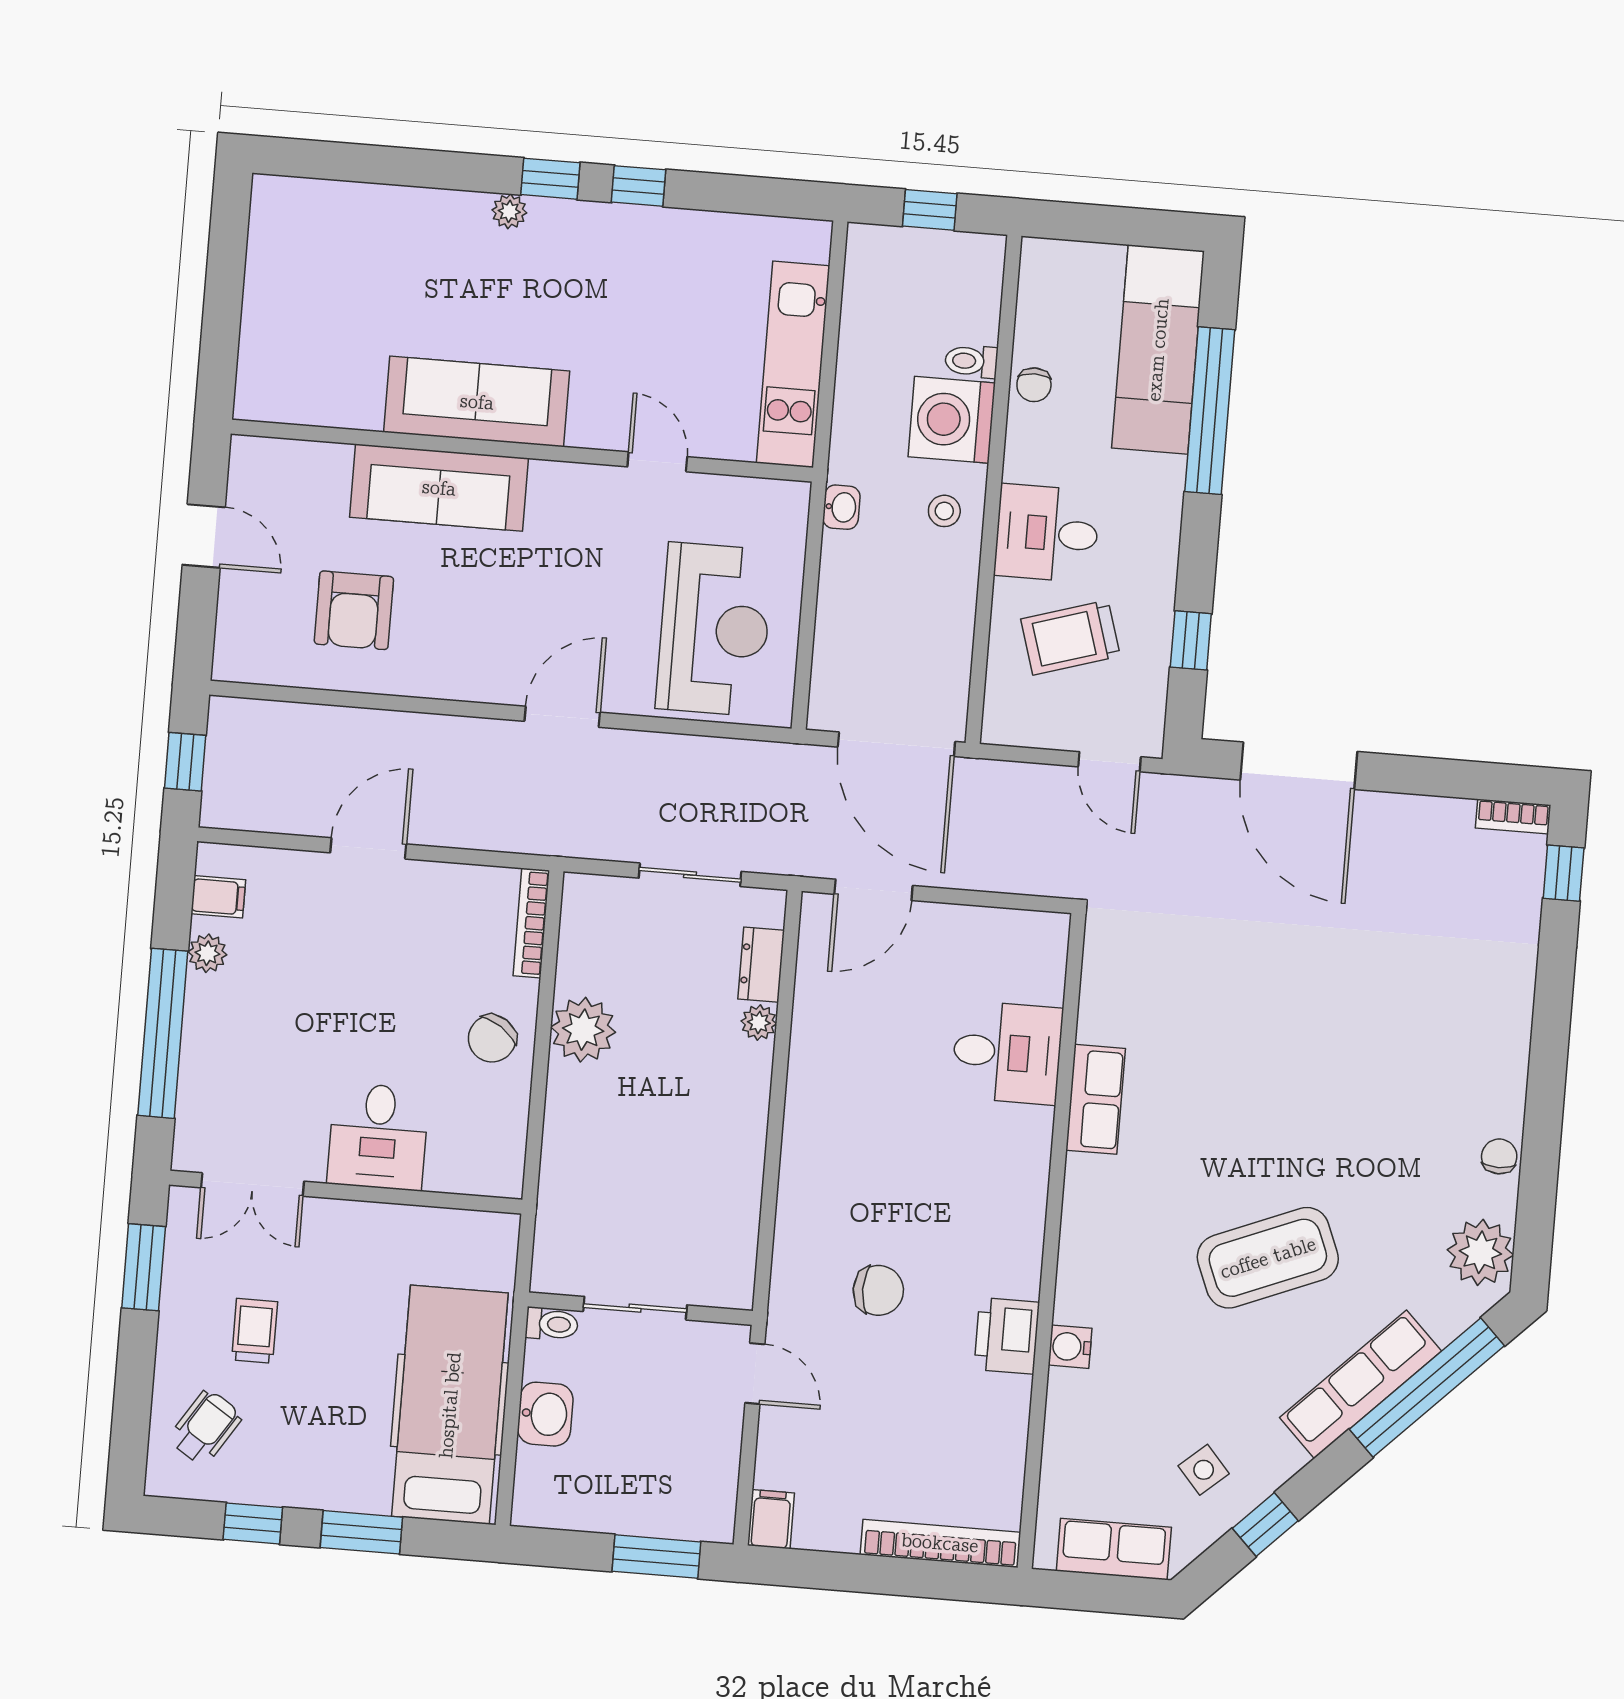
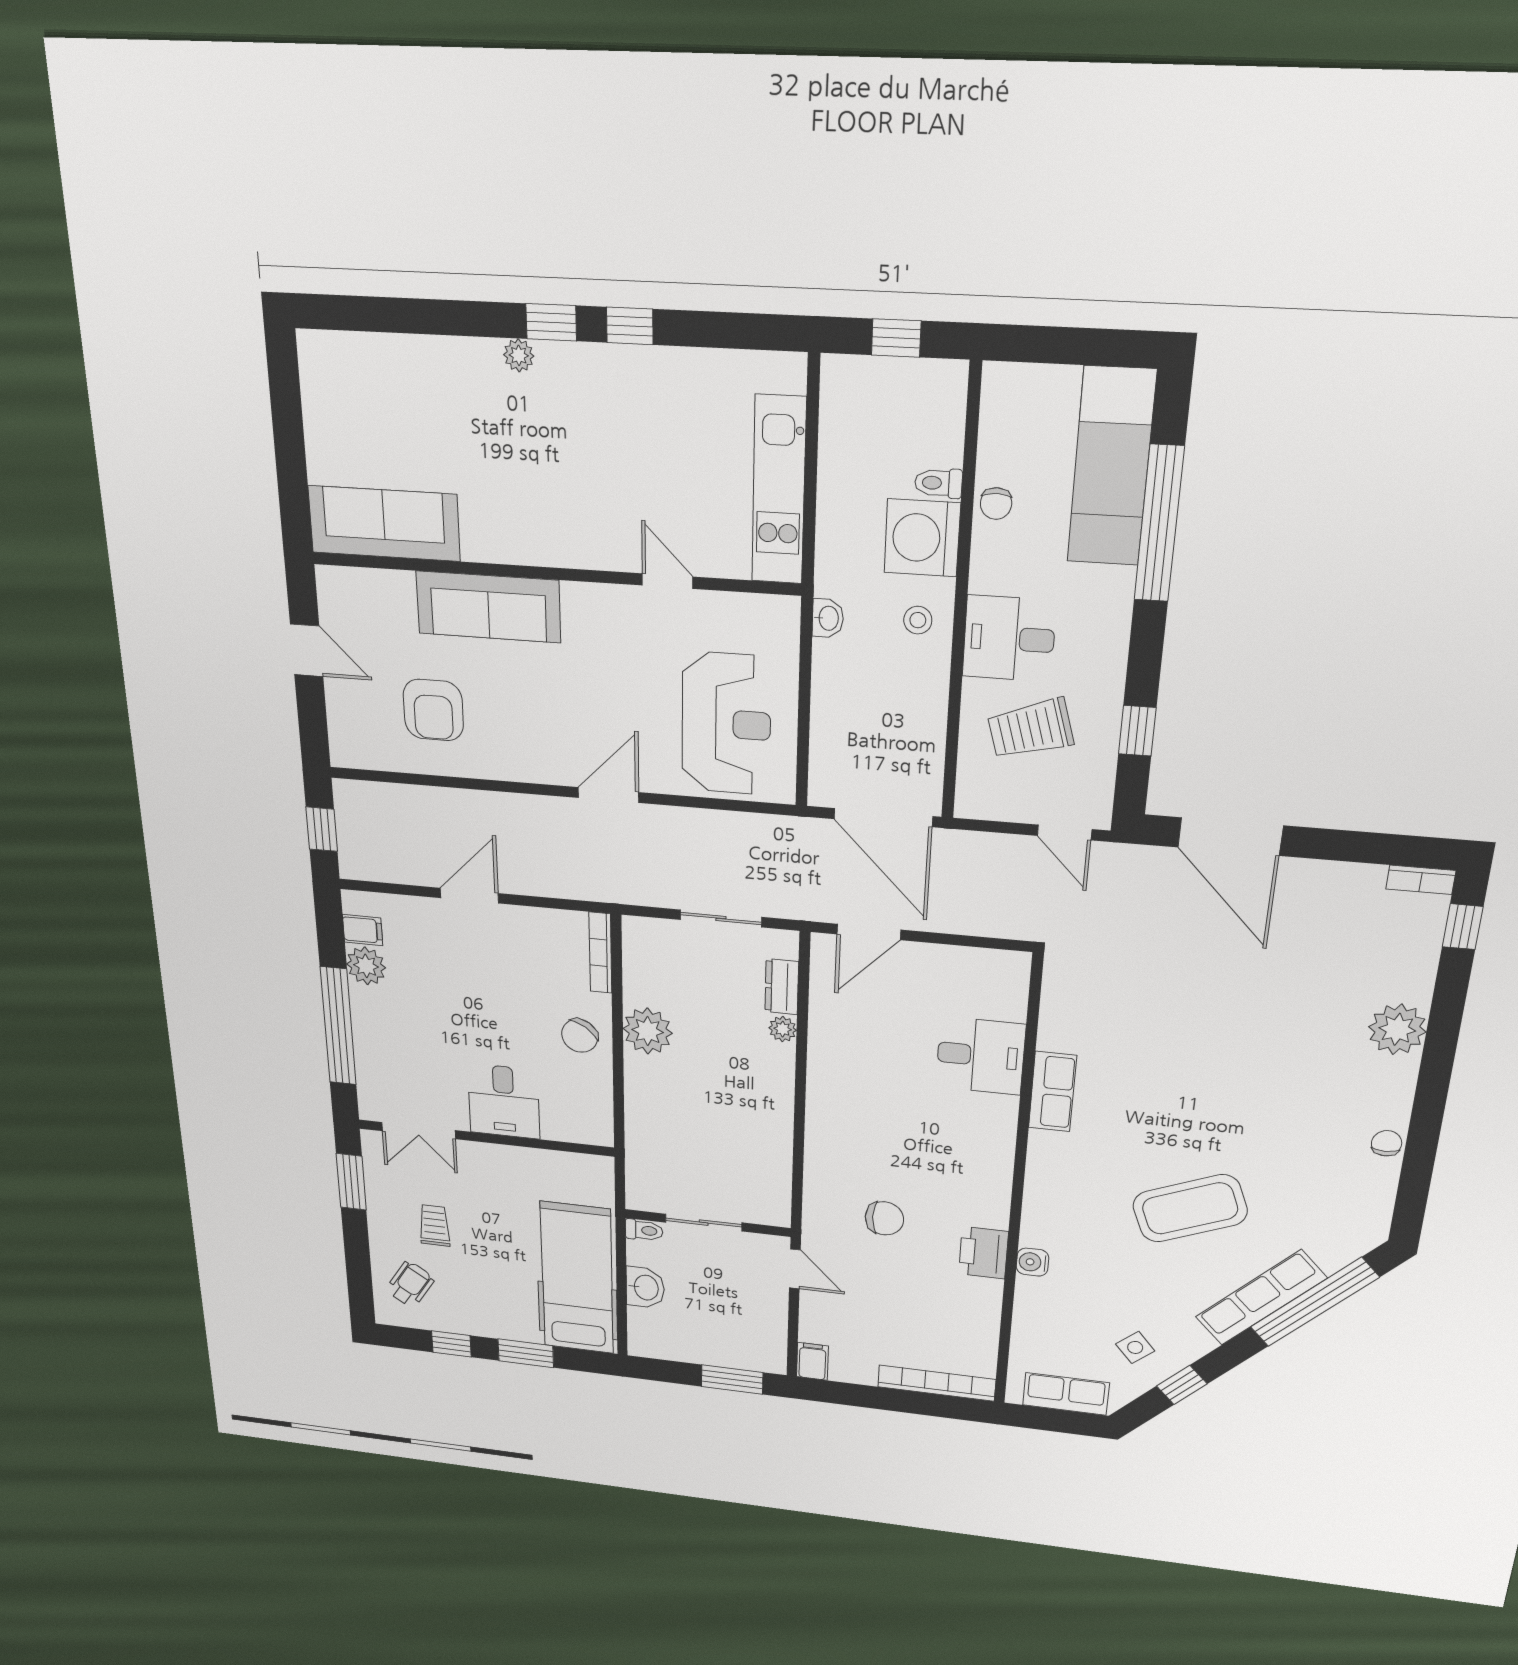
sofa: (477, 402) -> (384, 523), moved
plant: (207, 953) -> (366, 966), width x1.38, depth x1.38
plant: (1480, 1252) -> (1397, 1029), moved

